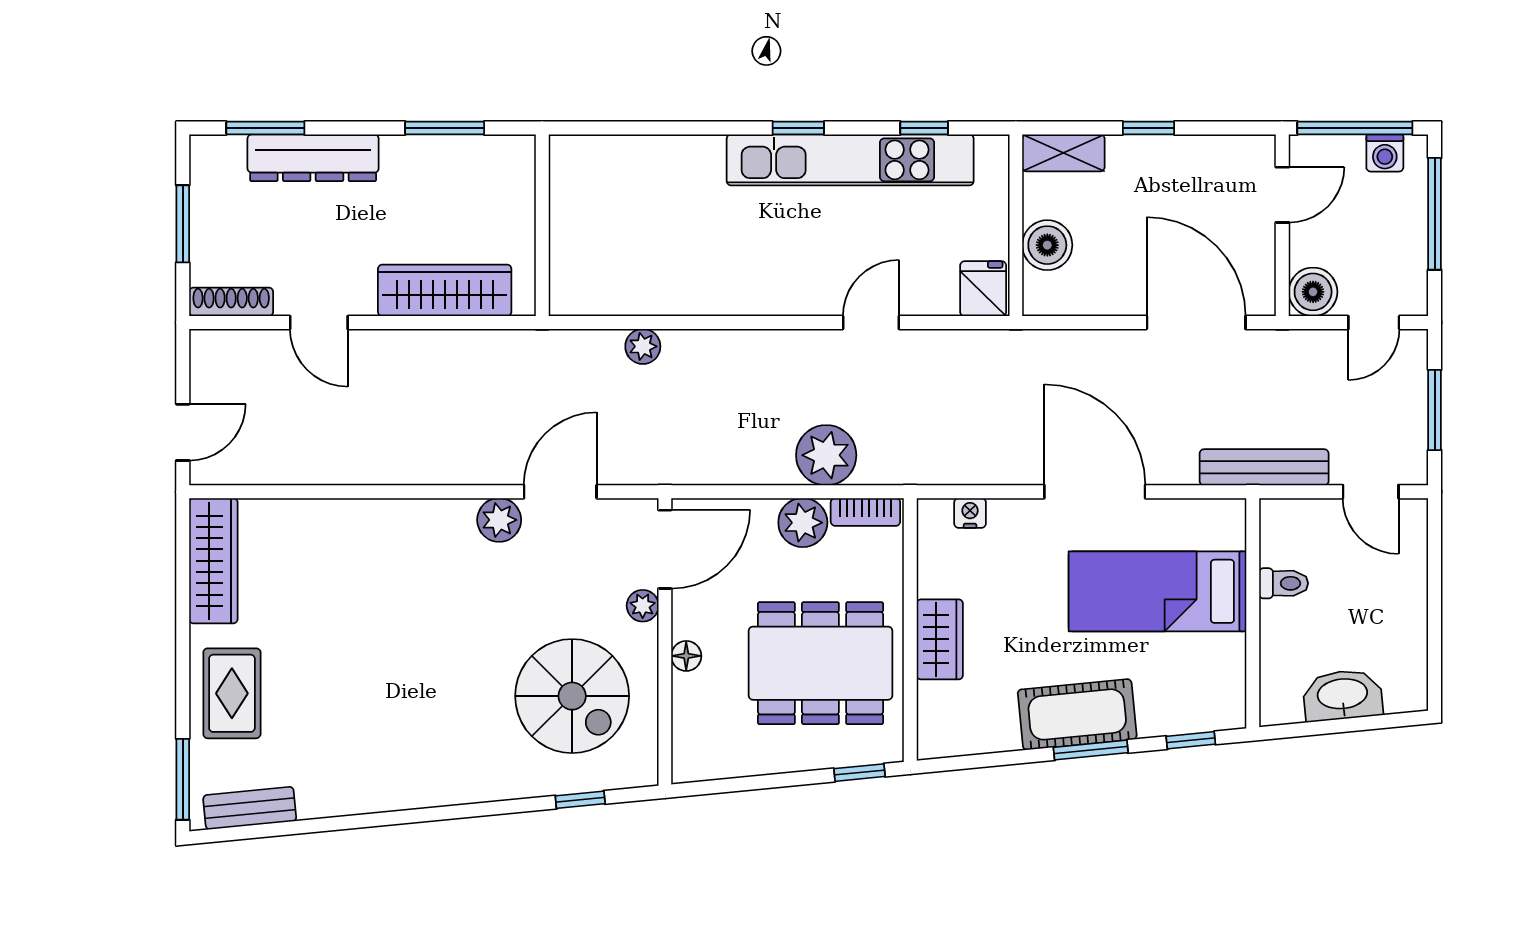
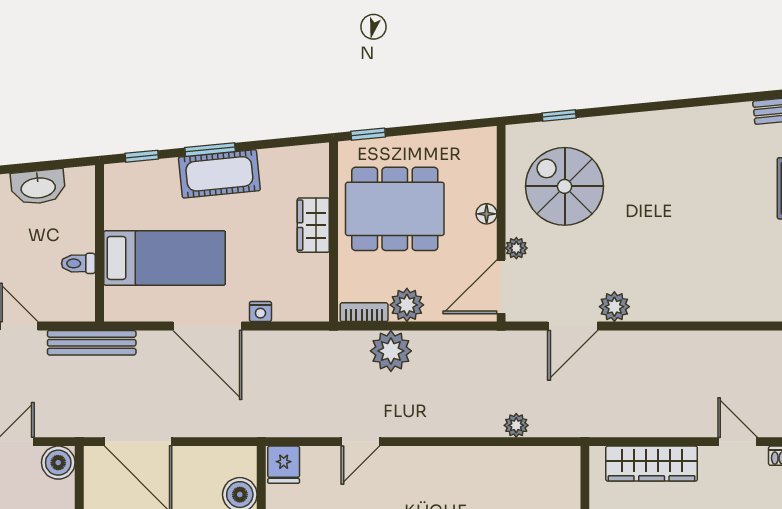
nightstand: (970, 513) -> (260, 311), moved

